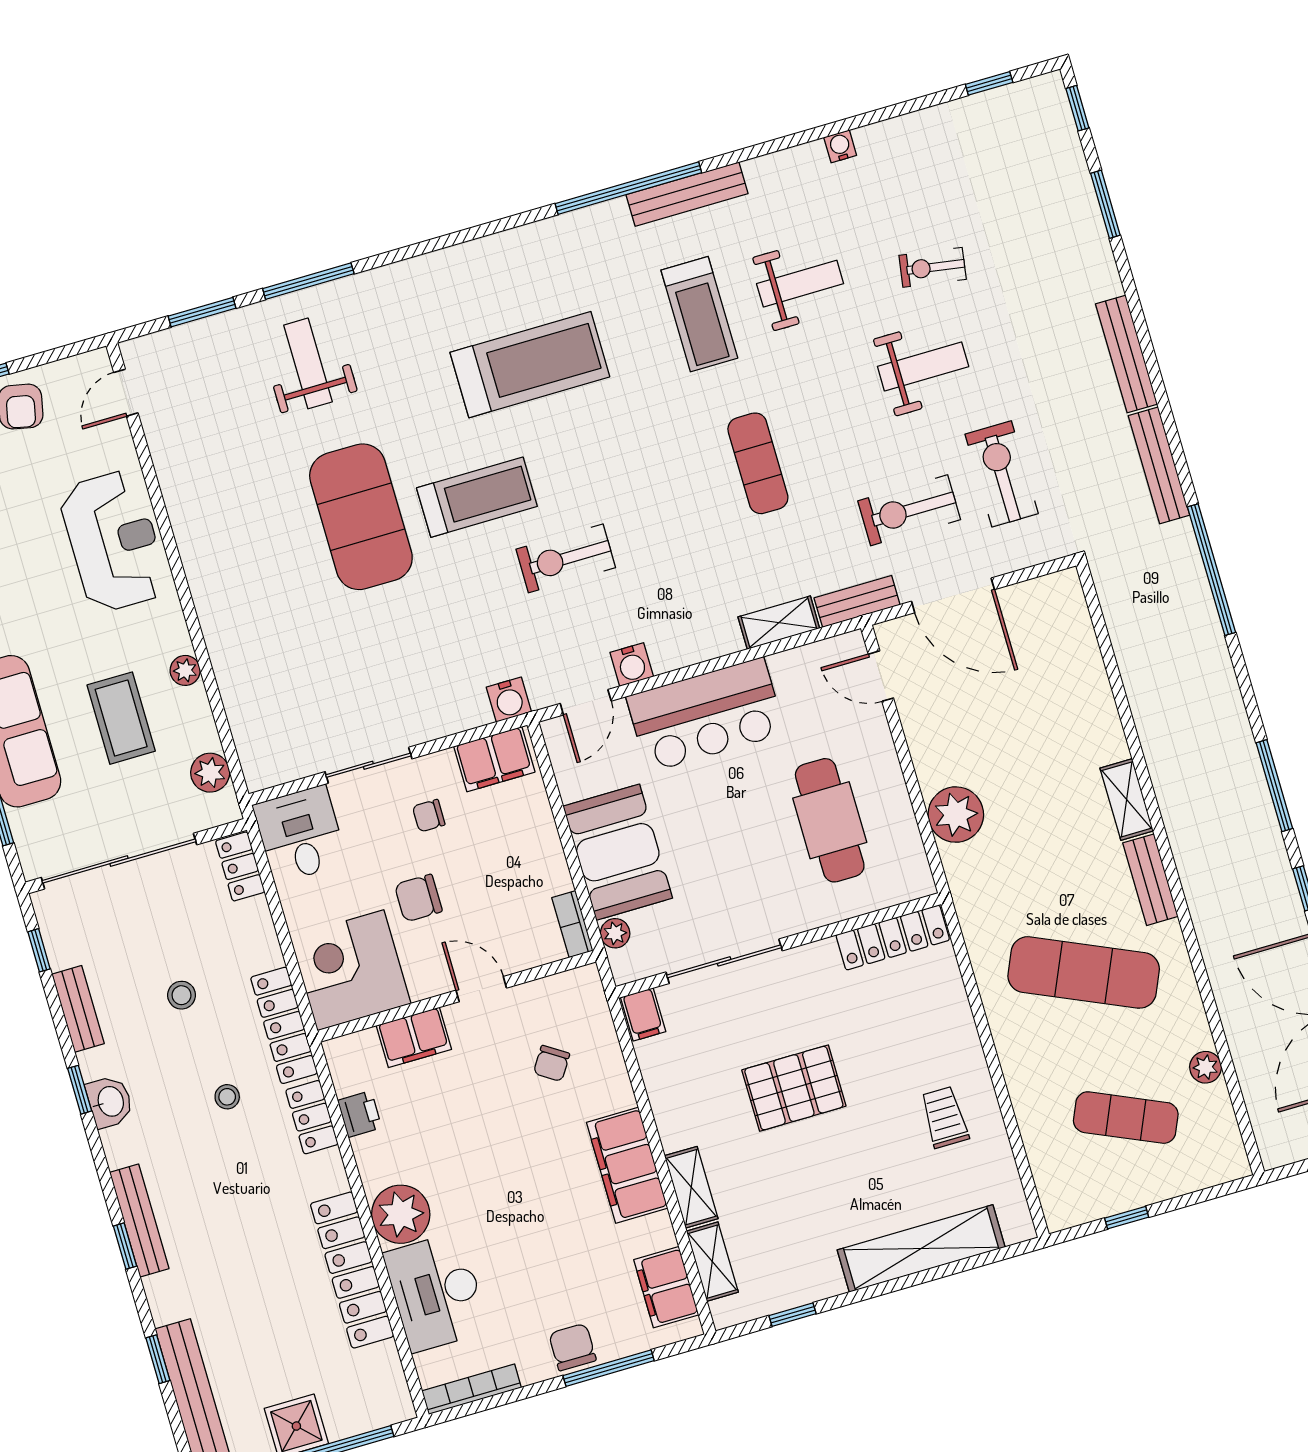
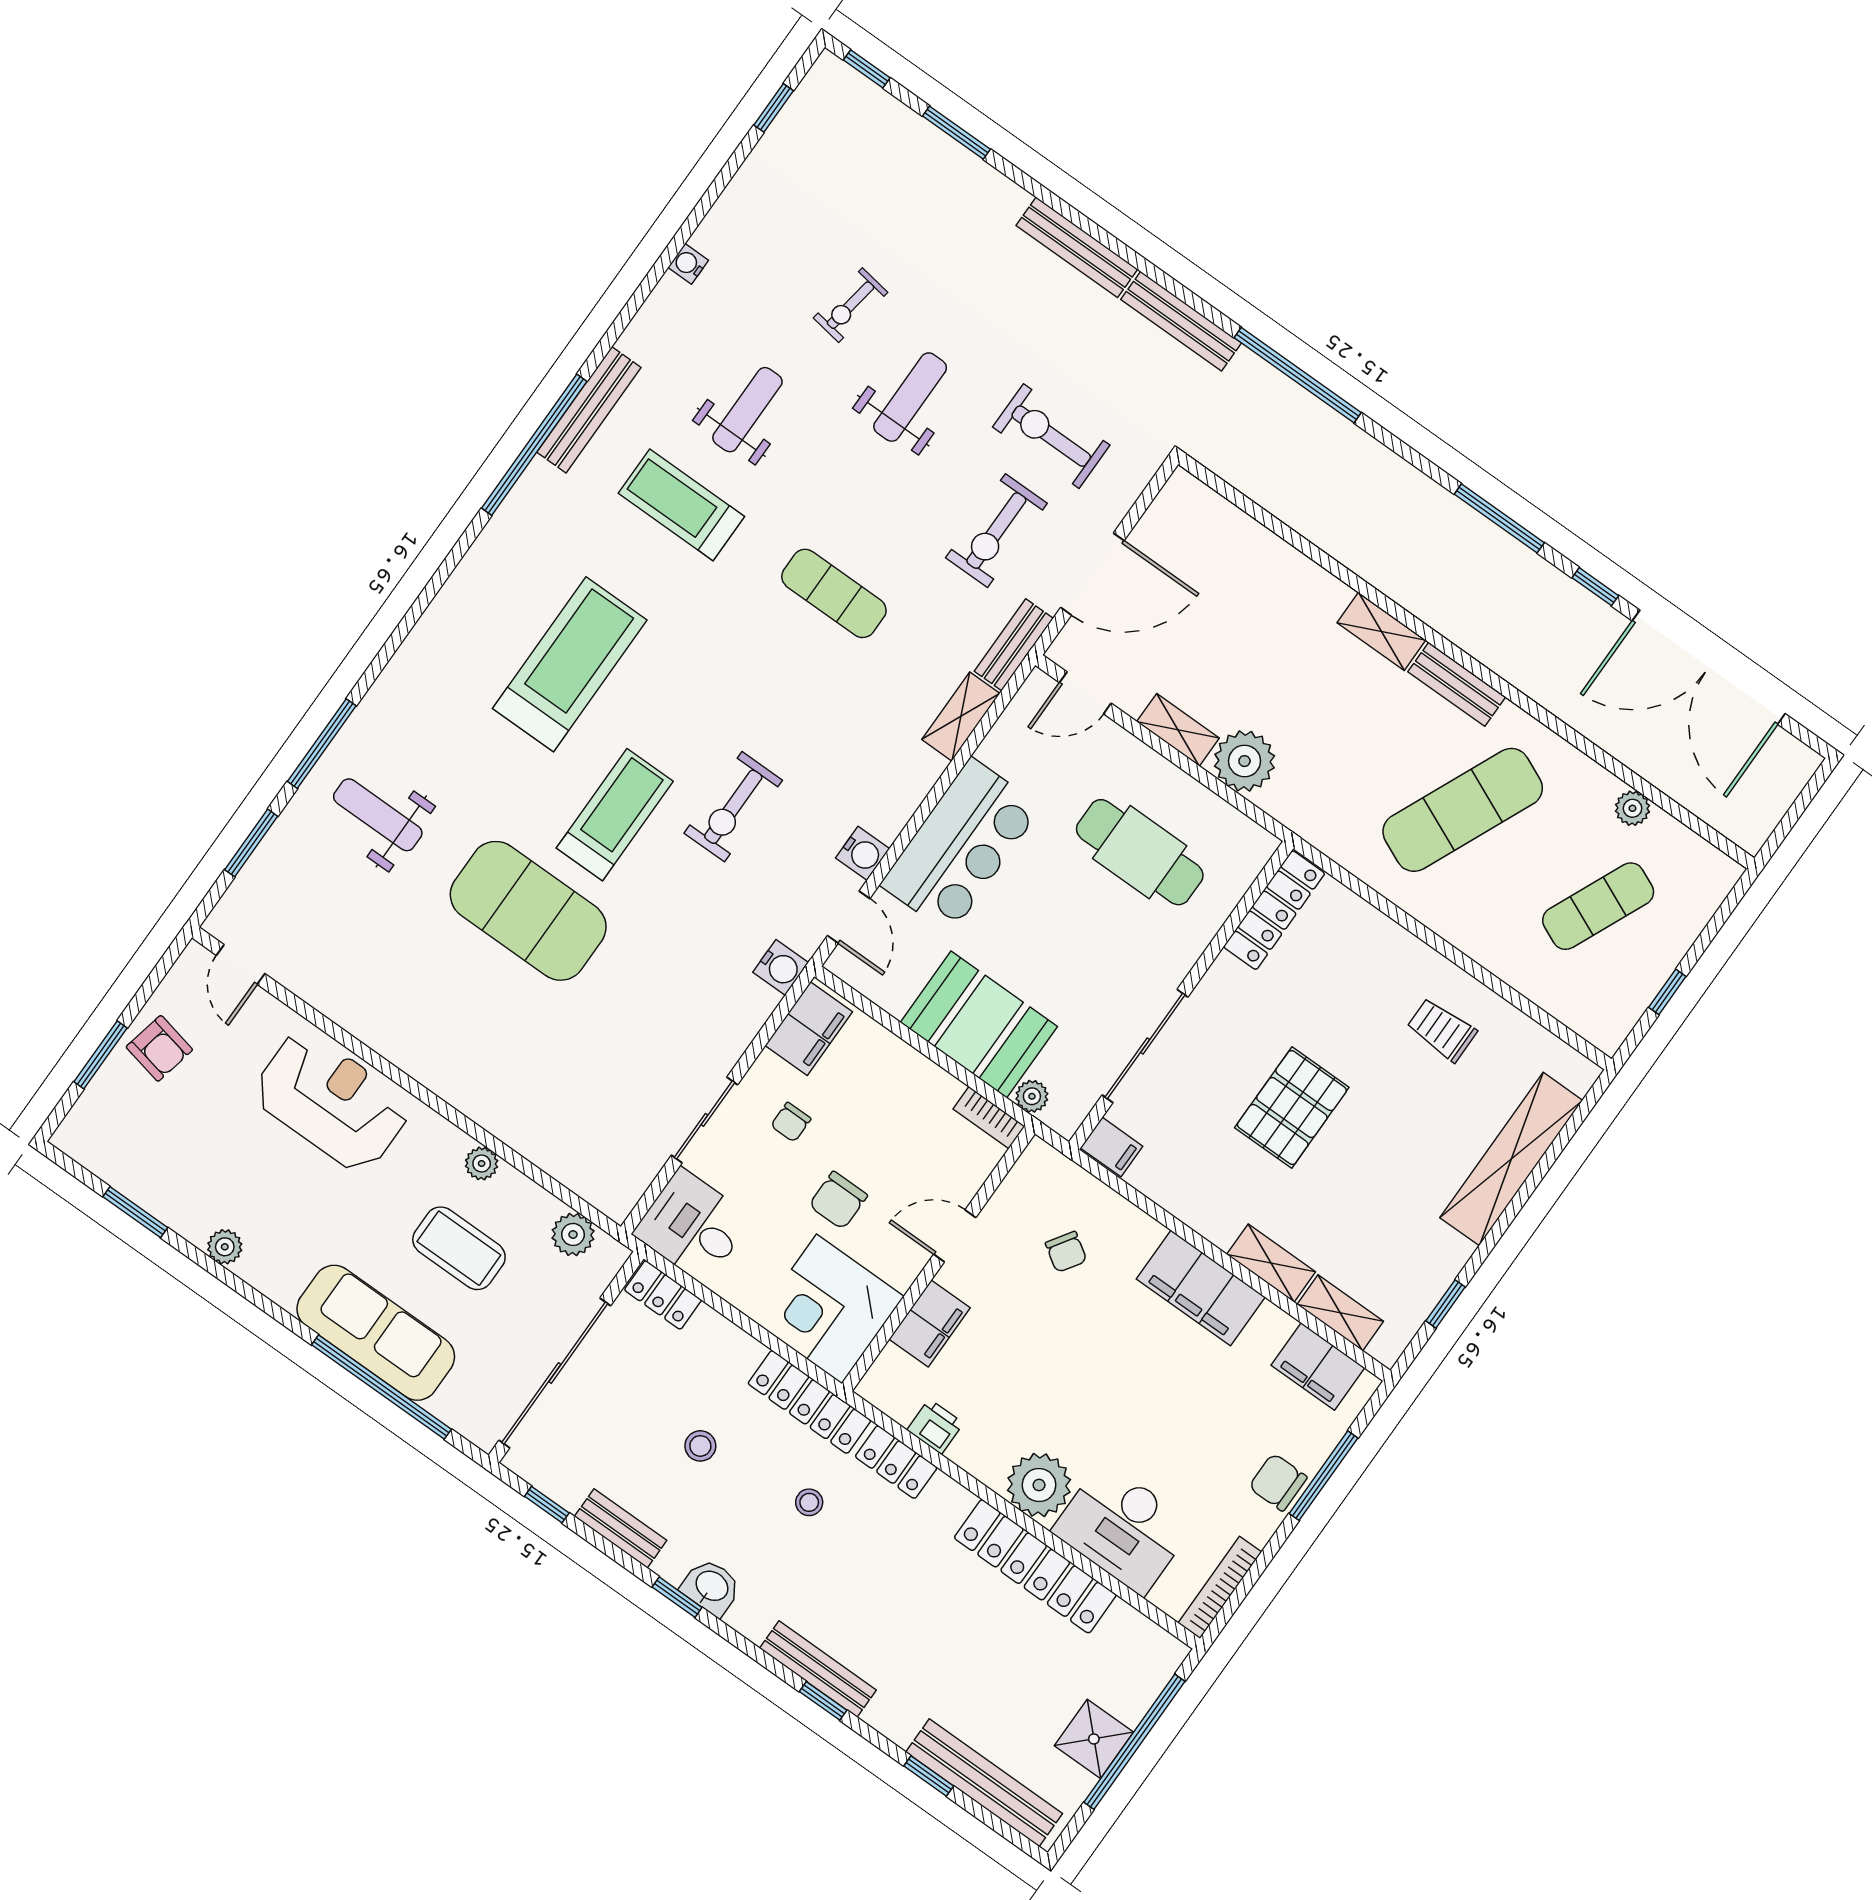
treadmill: (699, 314) -> (681, 505), turned 180
shelving: (926, 755) -> (1178, 730), added

